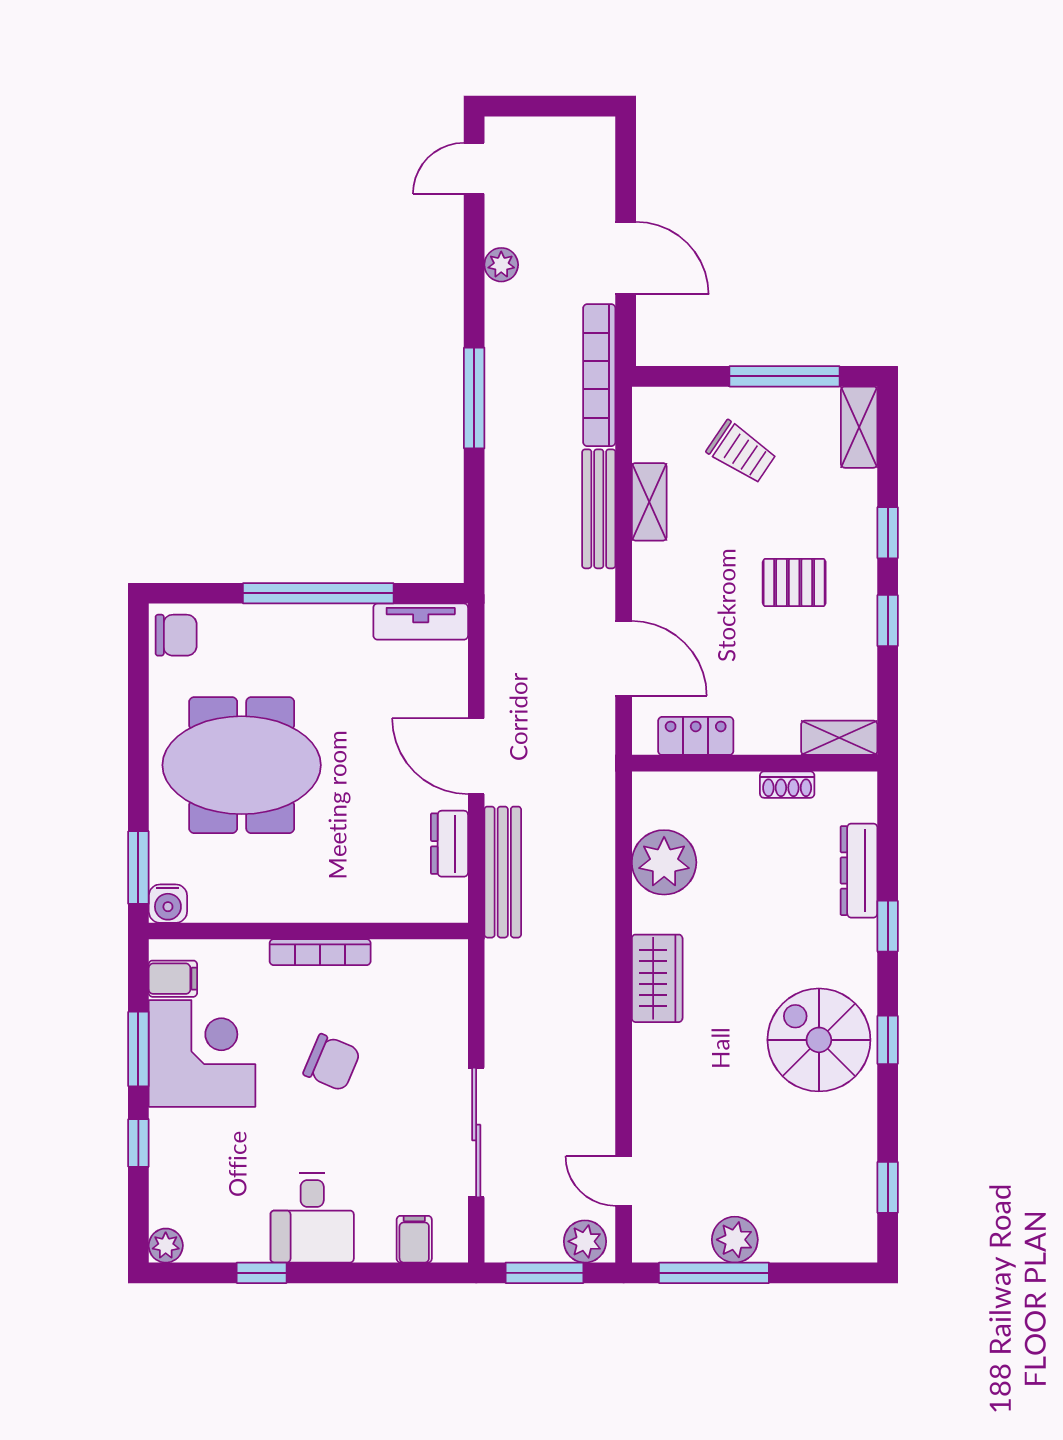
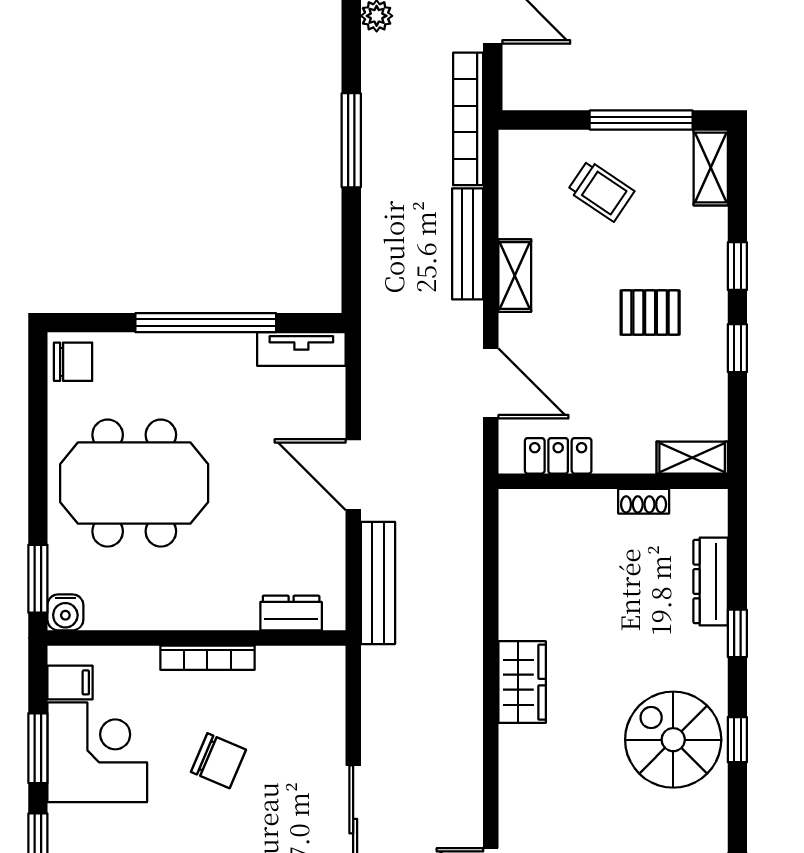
shelving: (649, 502) -> (515, 276), moved
dresser: (449, 844) -> (291, 613), moved, turned 90
plant: (664, 862) -> (529, 574), removed

